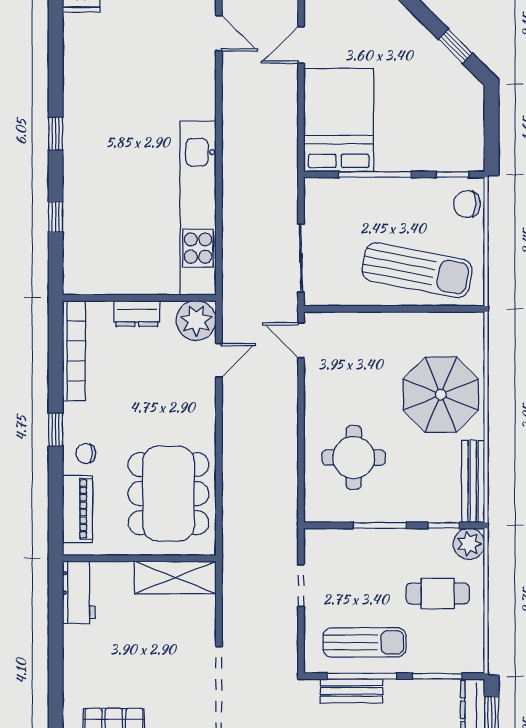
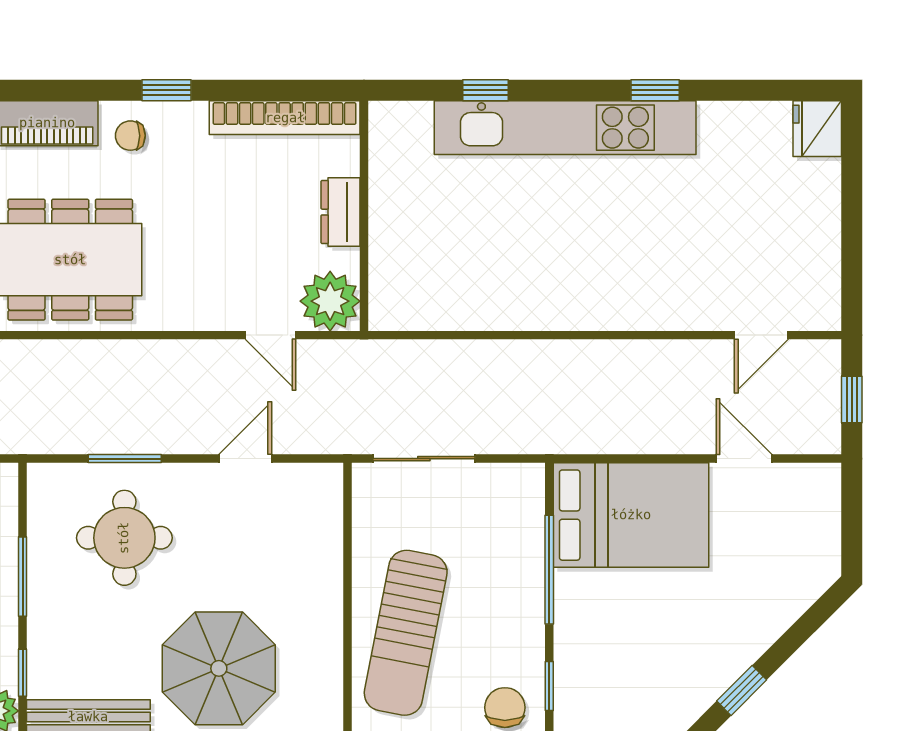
window: (56, 134) -> (655, 90), moved
kitchen unit: (198, 208) -> (565, 128), moved, turned 180
door: (301, 340) -> (245, 459), moved
chair: (86, 454) -> (130, 136), turned -90
window: (301, 457) -> (125, 459), added

